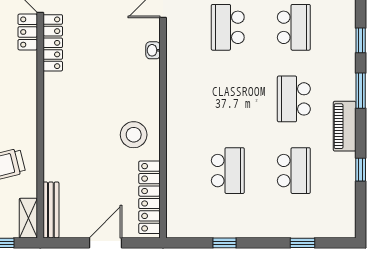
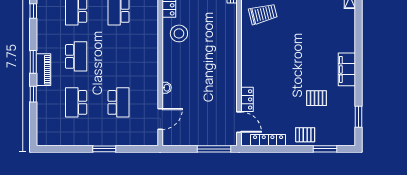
locker: (53, 43) -> (231, 93), removed
piano: (345, 126) -> (44, 70), moved

